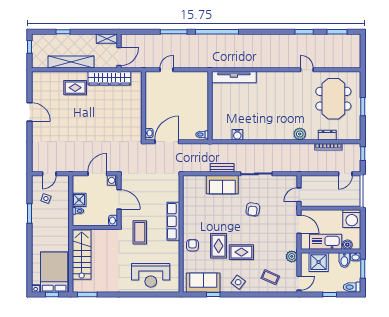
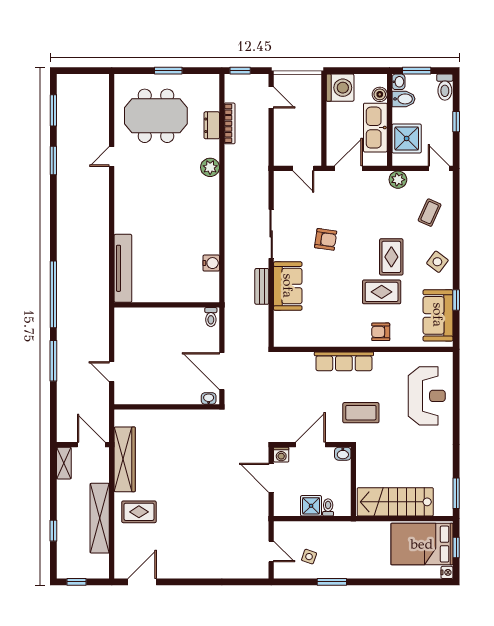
rug: (75, 88) -> (139, 512), turned 90
door: (29, 112) -> (142, 582), moved

